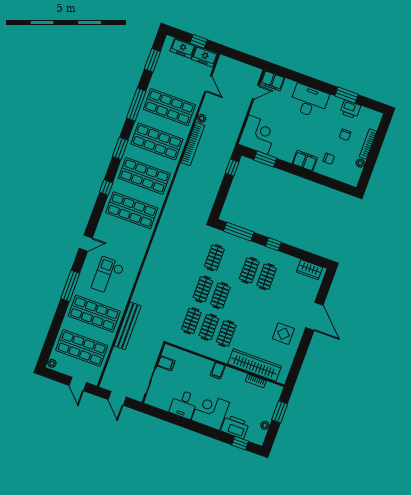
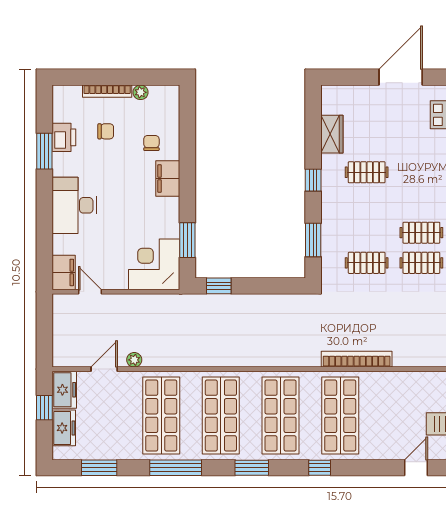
plant: (202, 118) -> (134, 360), moved
bookcase: (193, 144) -> (357, 359), moved
window: (239, 232) -> (313, 240), width x0.69
door: (86, 243) -> (416, 468), hinge flipped
clothes rail: (249, 270) -> (367, 202), removed
wardrobe: (309, 270) -> (332, 134), moved

